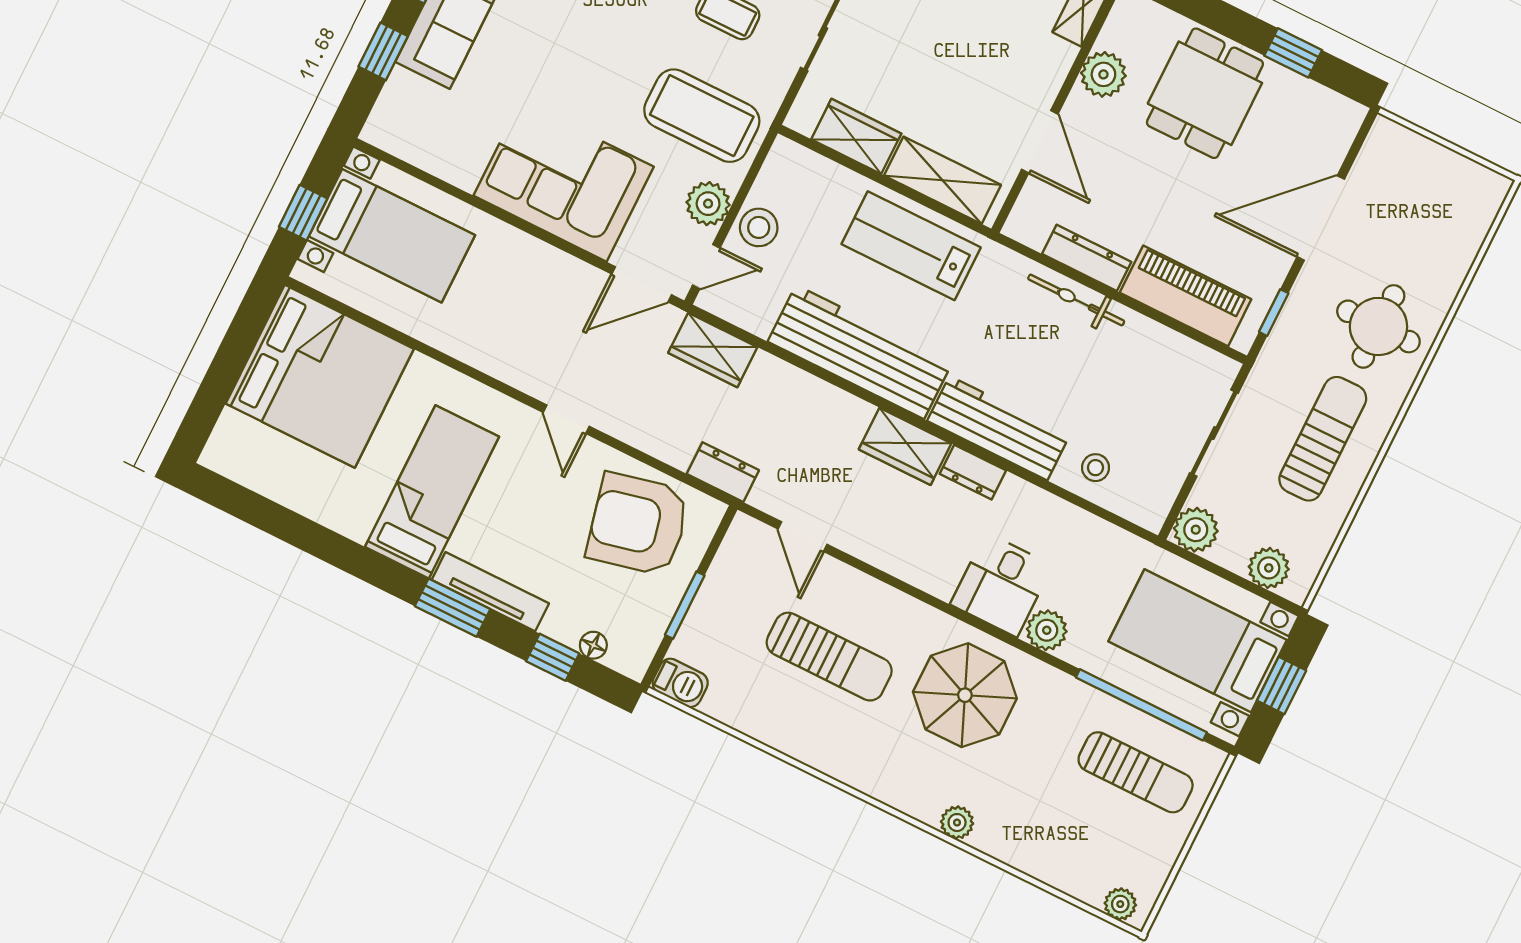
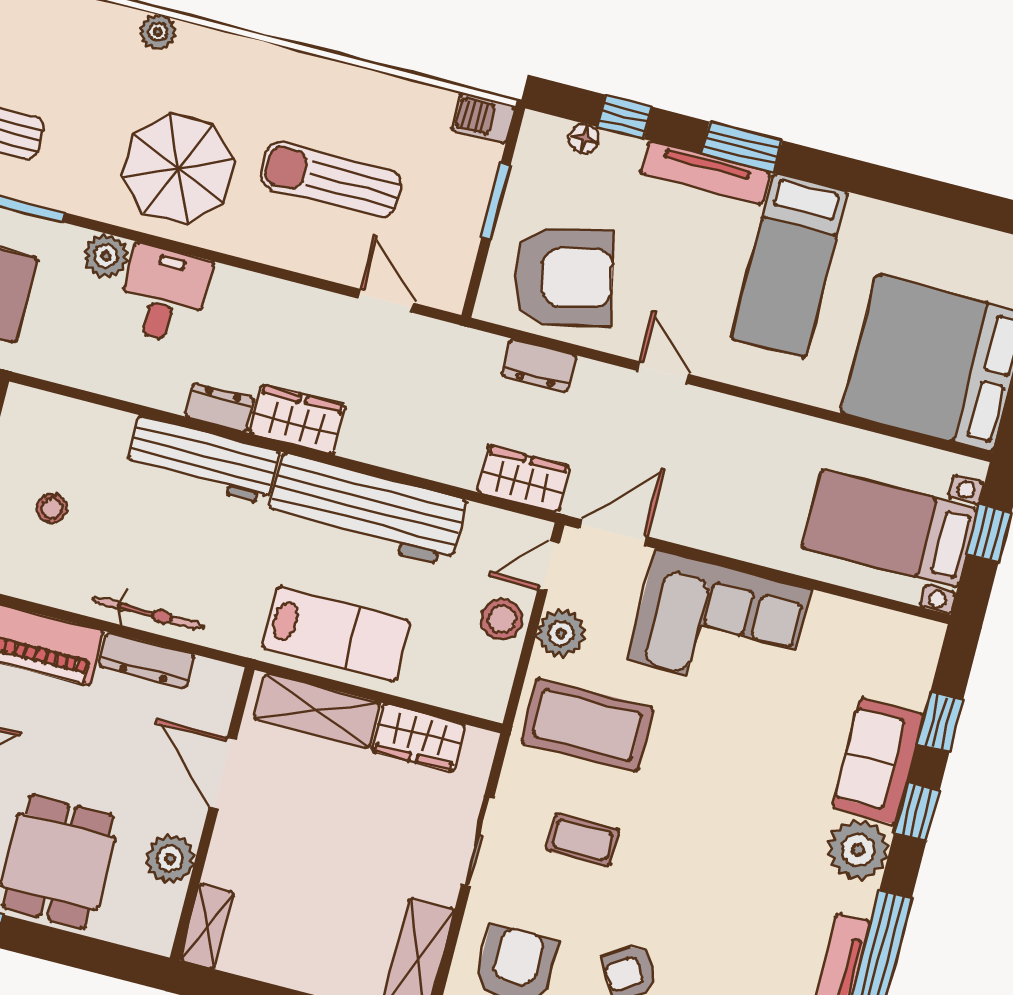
stool: (1095, 468) -> (52, 508), moved
dresser: (723, 472) -> (539, 365), moved

